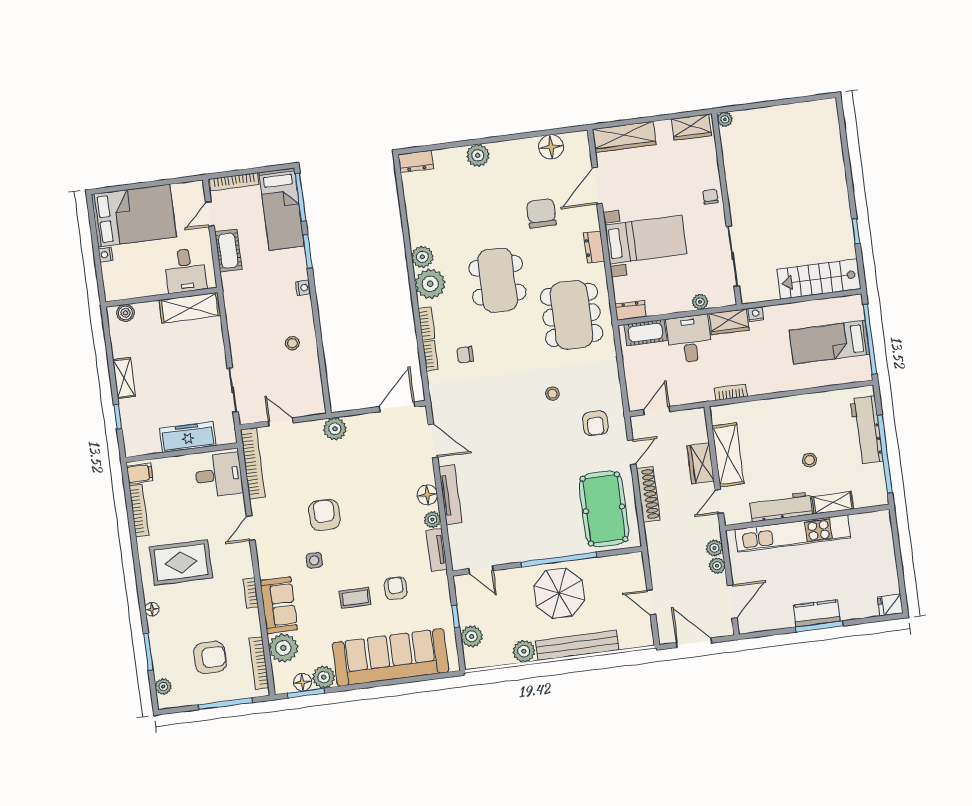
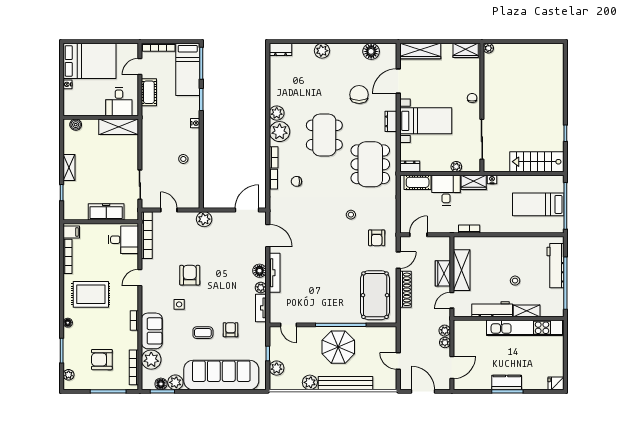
kitchen unit: (793, 534) -> (525, 328), moved
armchair: (210, 657) -> (102, 360), turned 180

